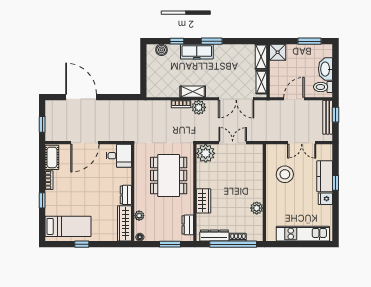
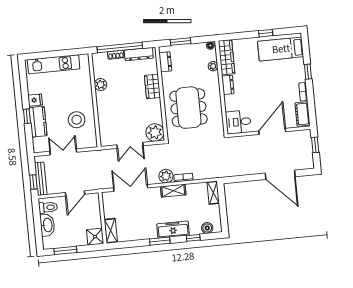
shelving: (261, 82) -> (213, 193), moved

